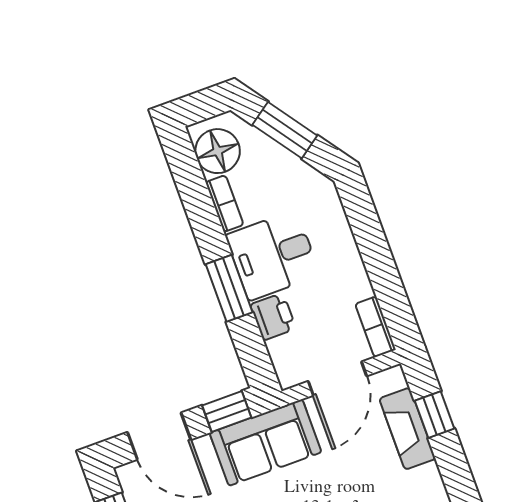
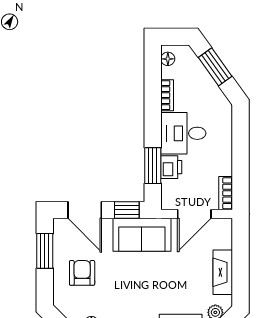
floor lamp: (218, 151) -> (168, 59), width x0.53, depth x0.53
window: (229, 288) -> (153, 166), moved
window: (434, 415) -> (240, 253), removed
fireplace: (407, 429) -> (223, 272), moved

